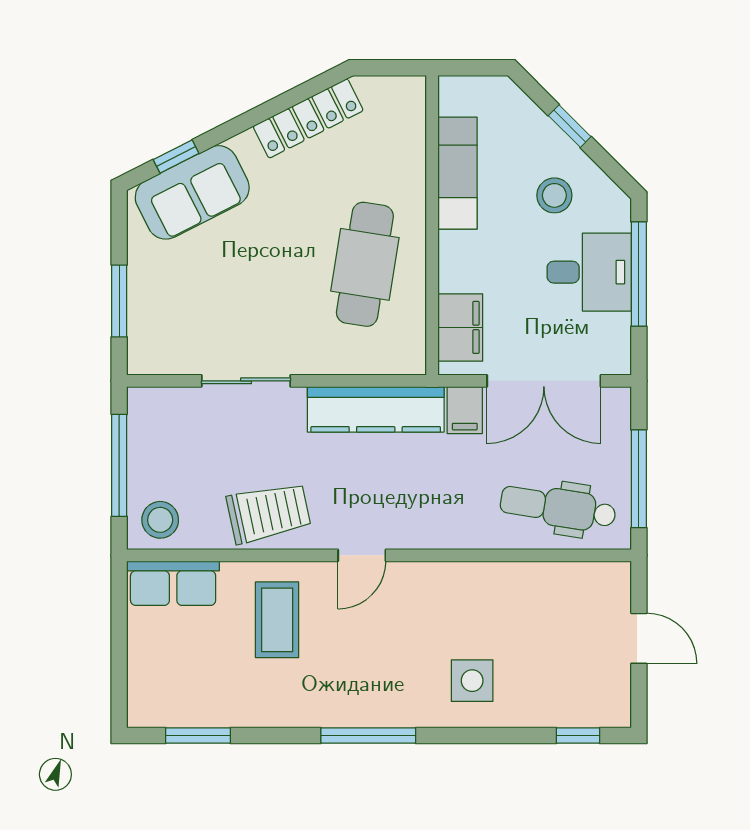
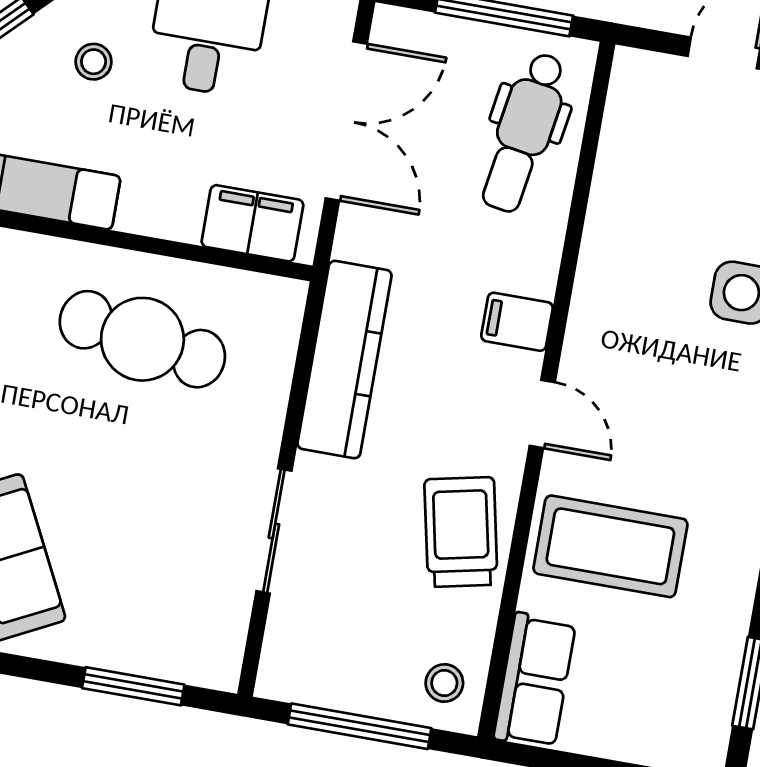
stool: (554, 195) -> (94, 62), width x0.73, depth x0.73
filing cabinet: (465, 410) -> (517, 322), moved, turned 180
stool: (160, 520) -> (444, 683), width x0.73, depth x0.73
coffee table: (277, 620) -> (610, 546), width x1.36, depth x1.32

